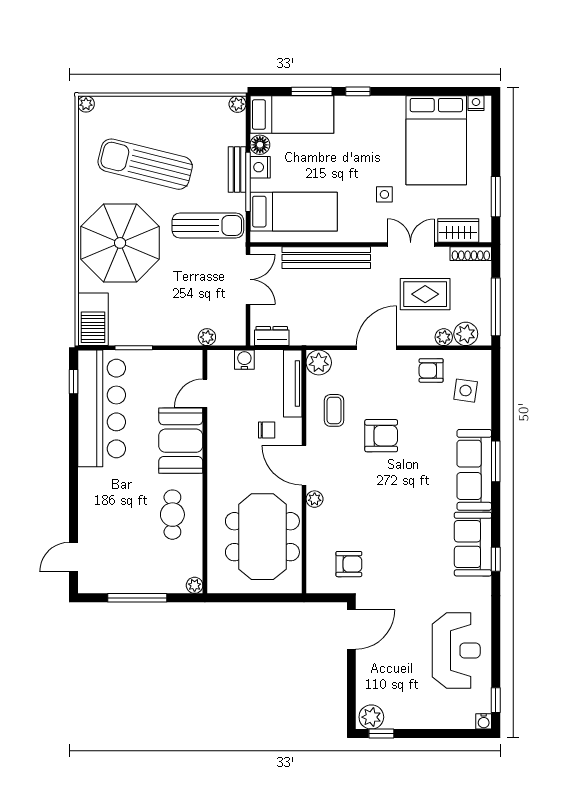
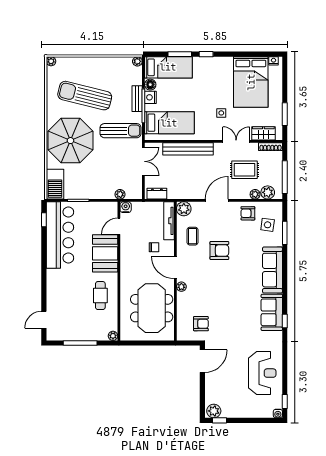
water cooler: (244, 360) -> (126, 207), moved
window: (496, 461) -> (285, 233), moved

